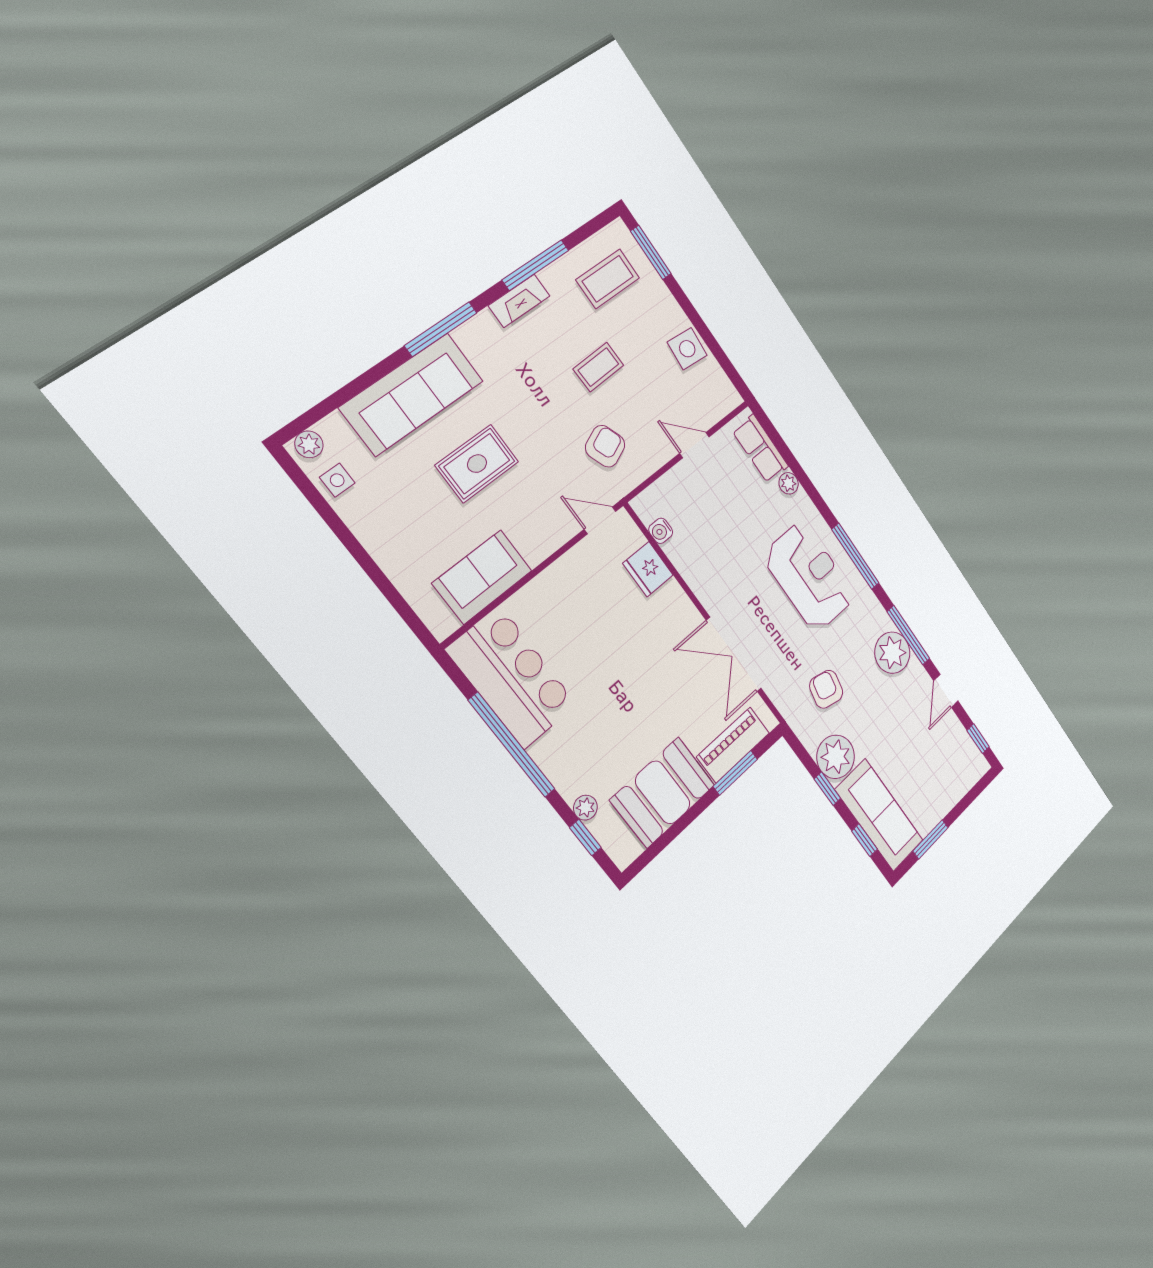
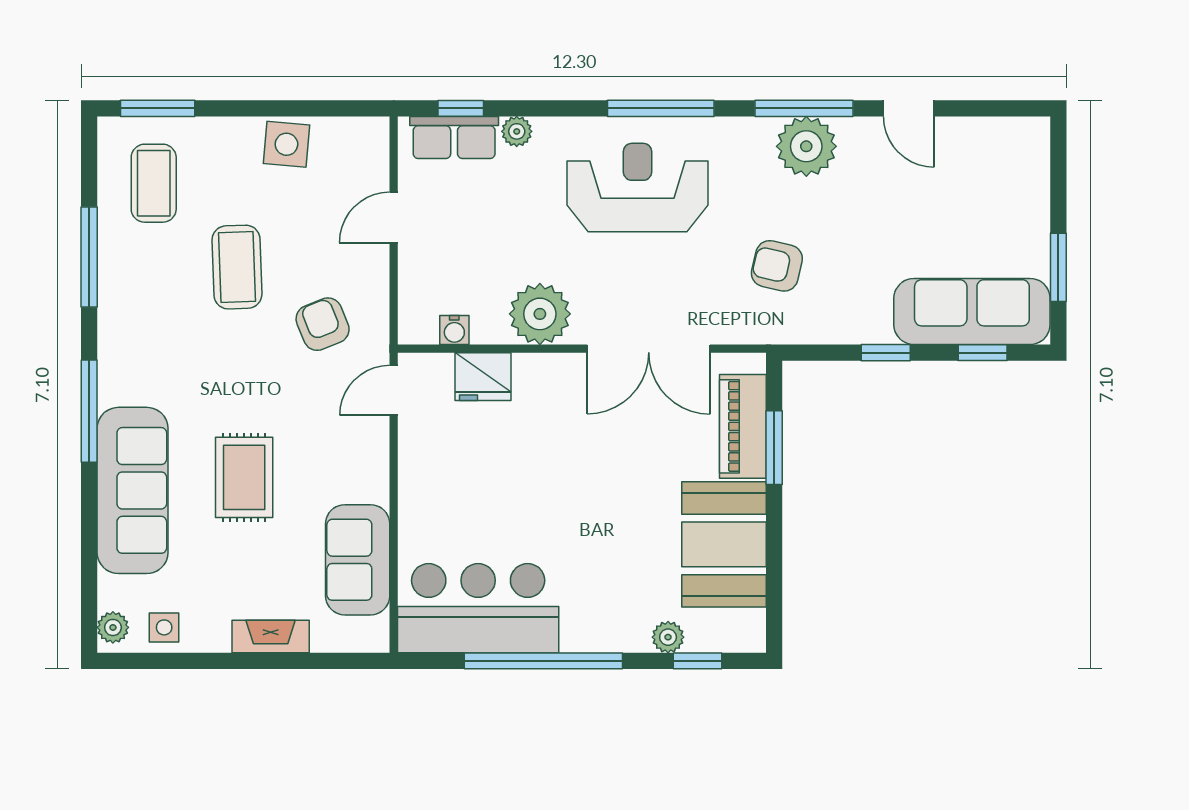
fireplace: (519, 301) -> (271, 637), moved, turned -90
coffee table: (598, 367) -> (237, 267), width x1.36, depth x1.30
window: (978, 739) -> (461, 108), moved
plant: (836, 757) -> (540, 314), moved

